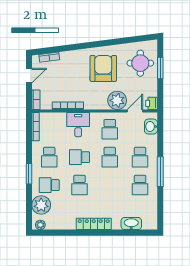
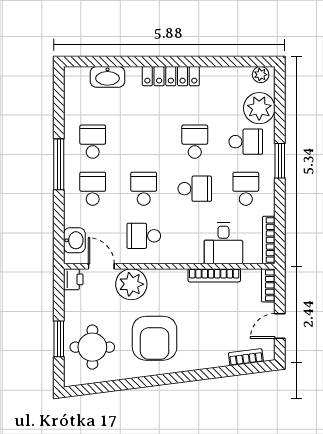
door: (135, 111) -> (101, 266), swing flipped
desk: (78, 125) -> (223, 243), moved
school desk: (110, 129) -> (144, 236), turned -90

